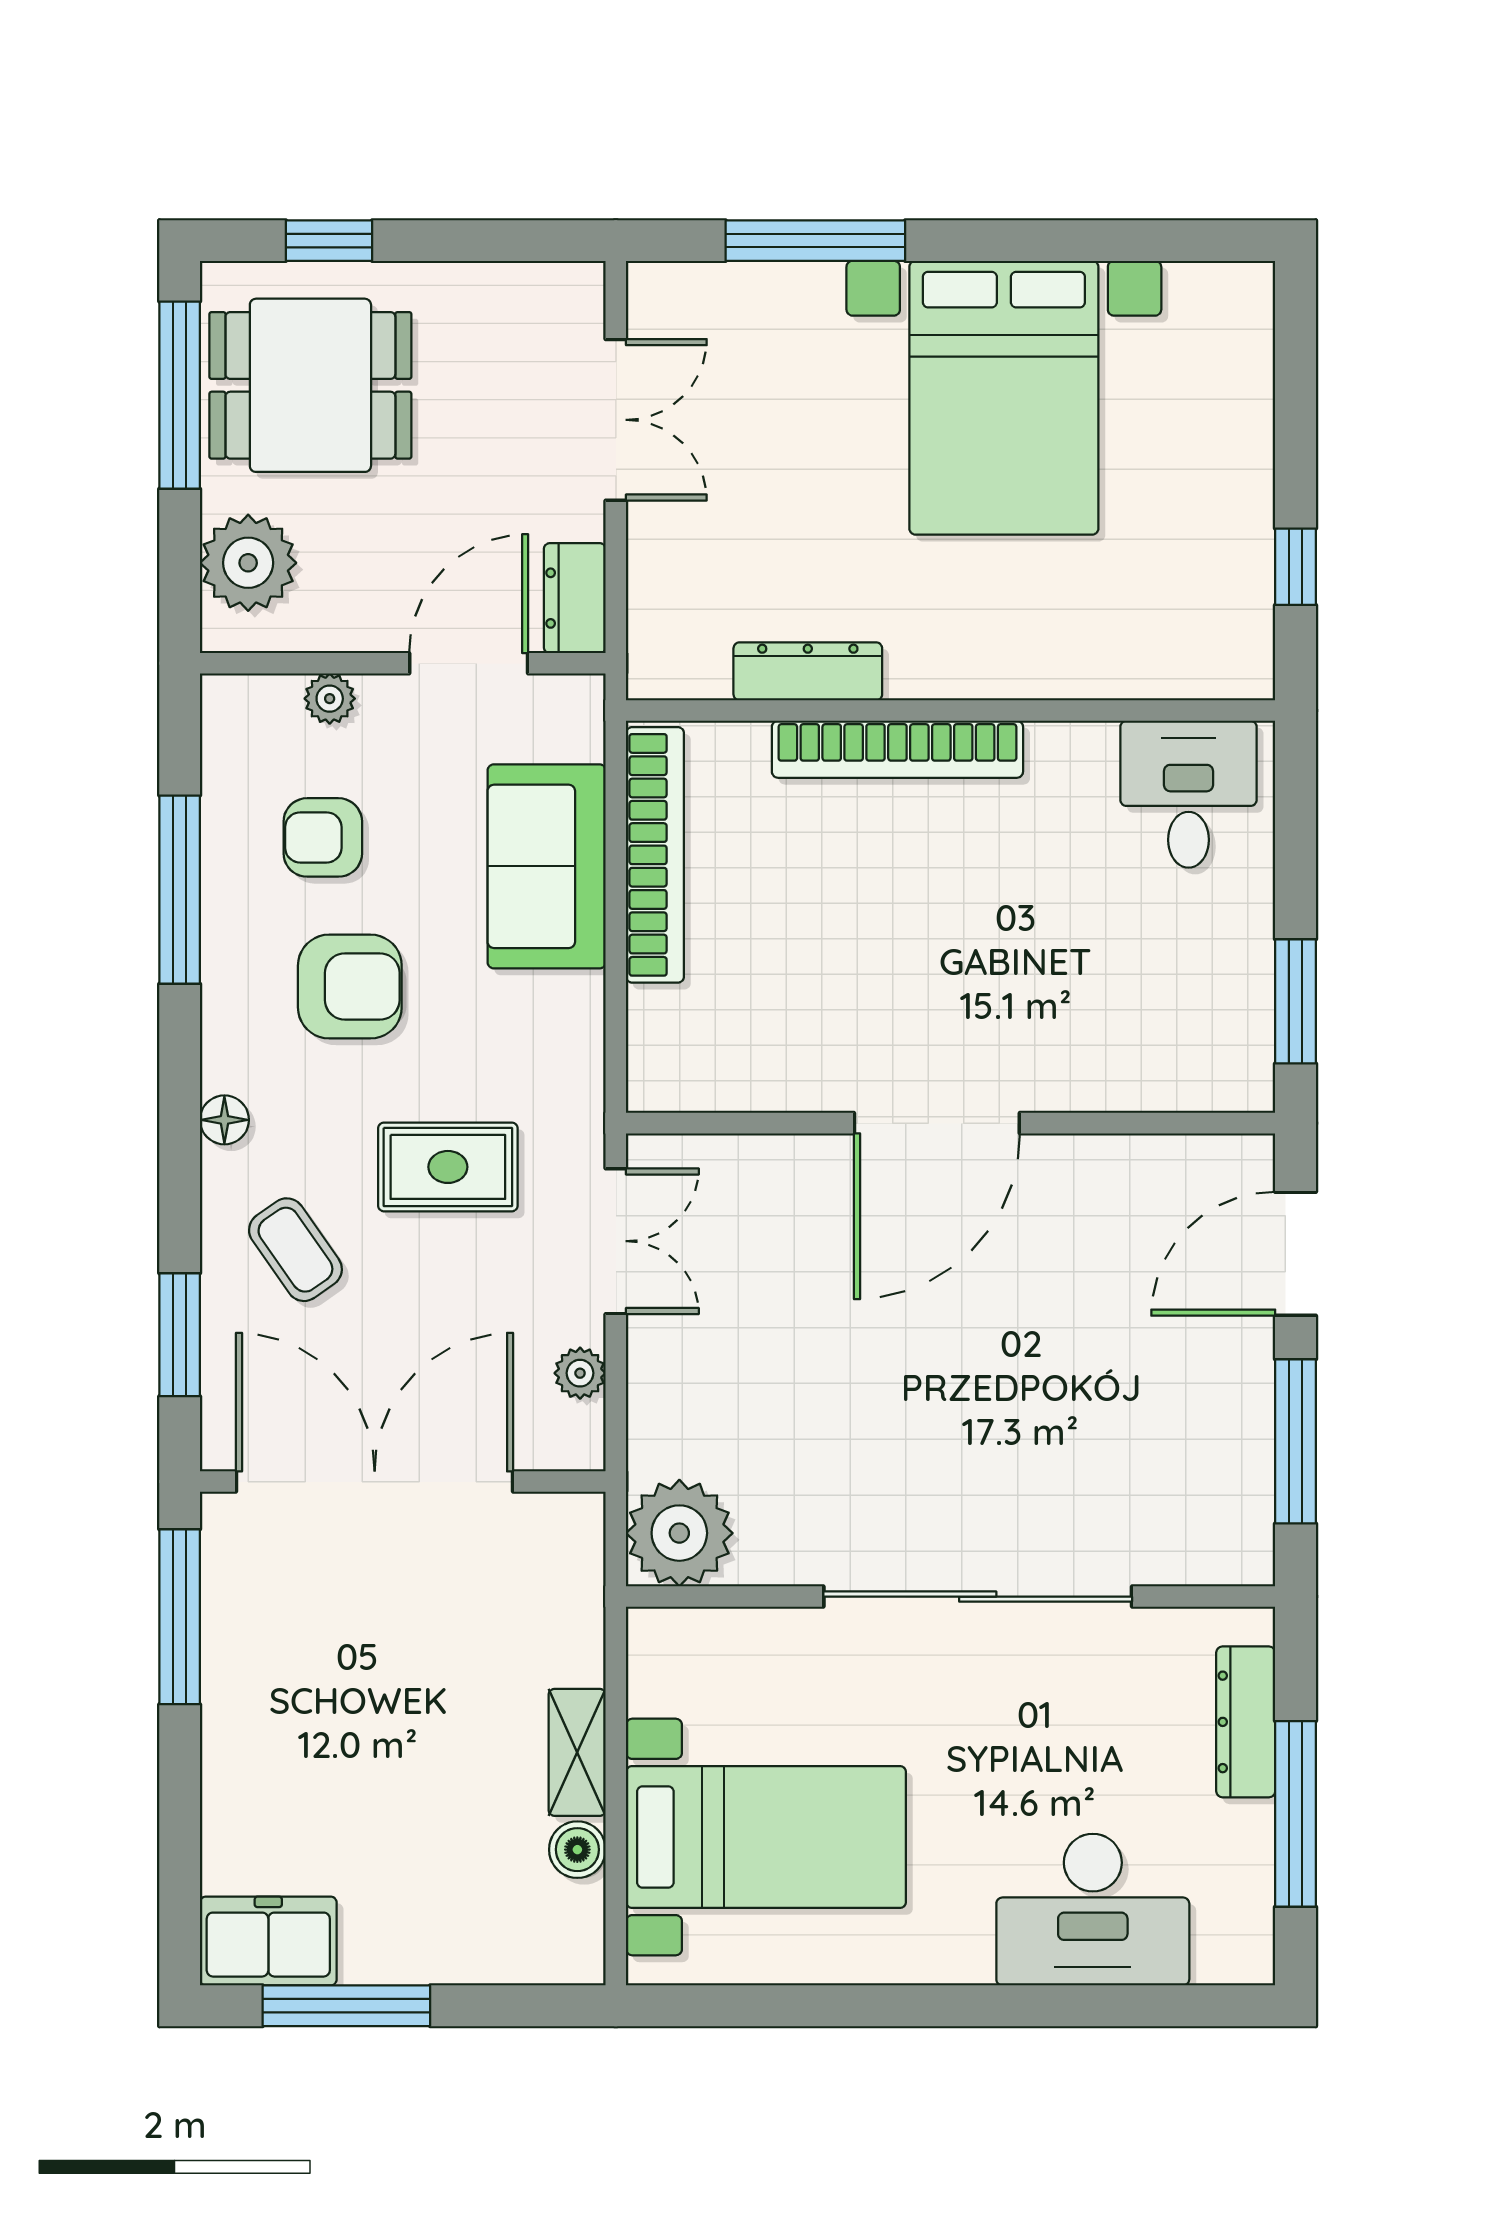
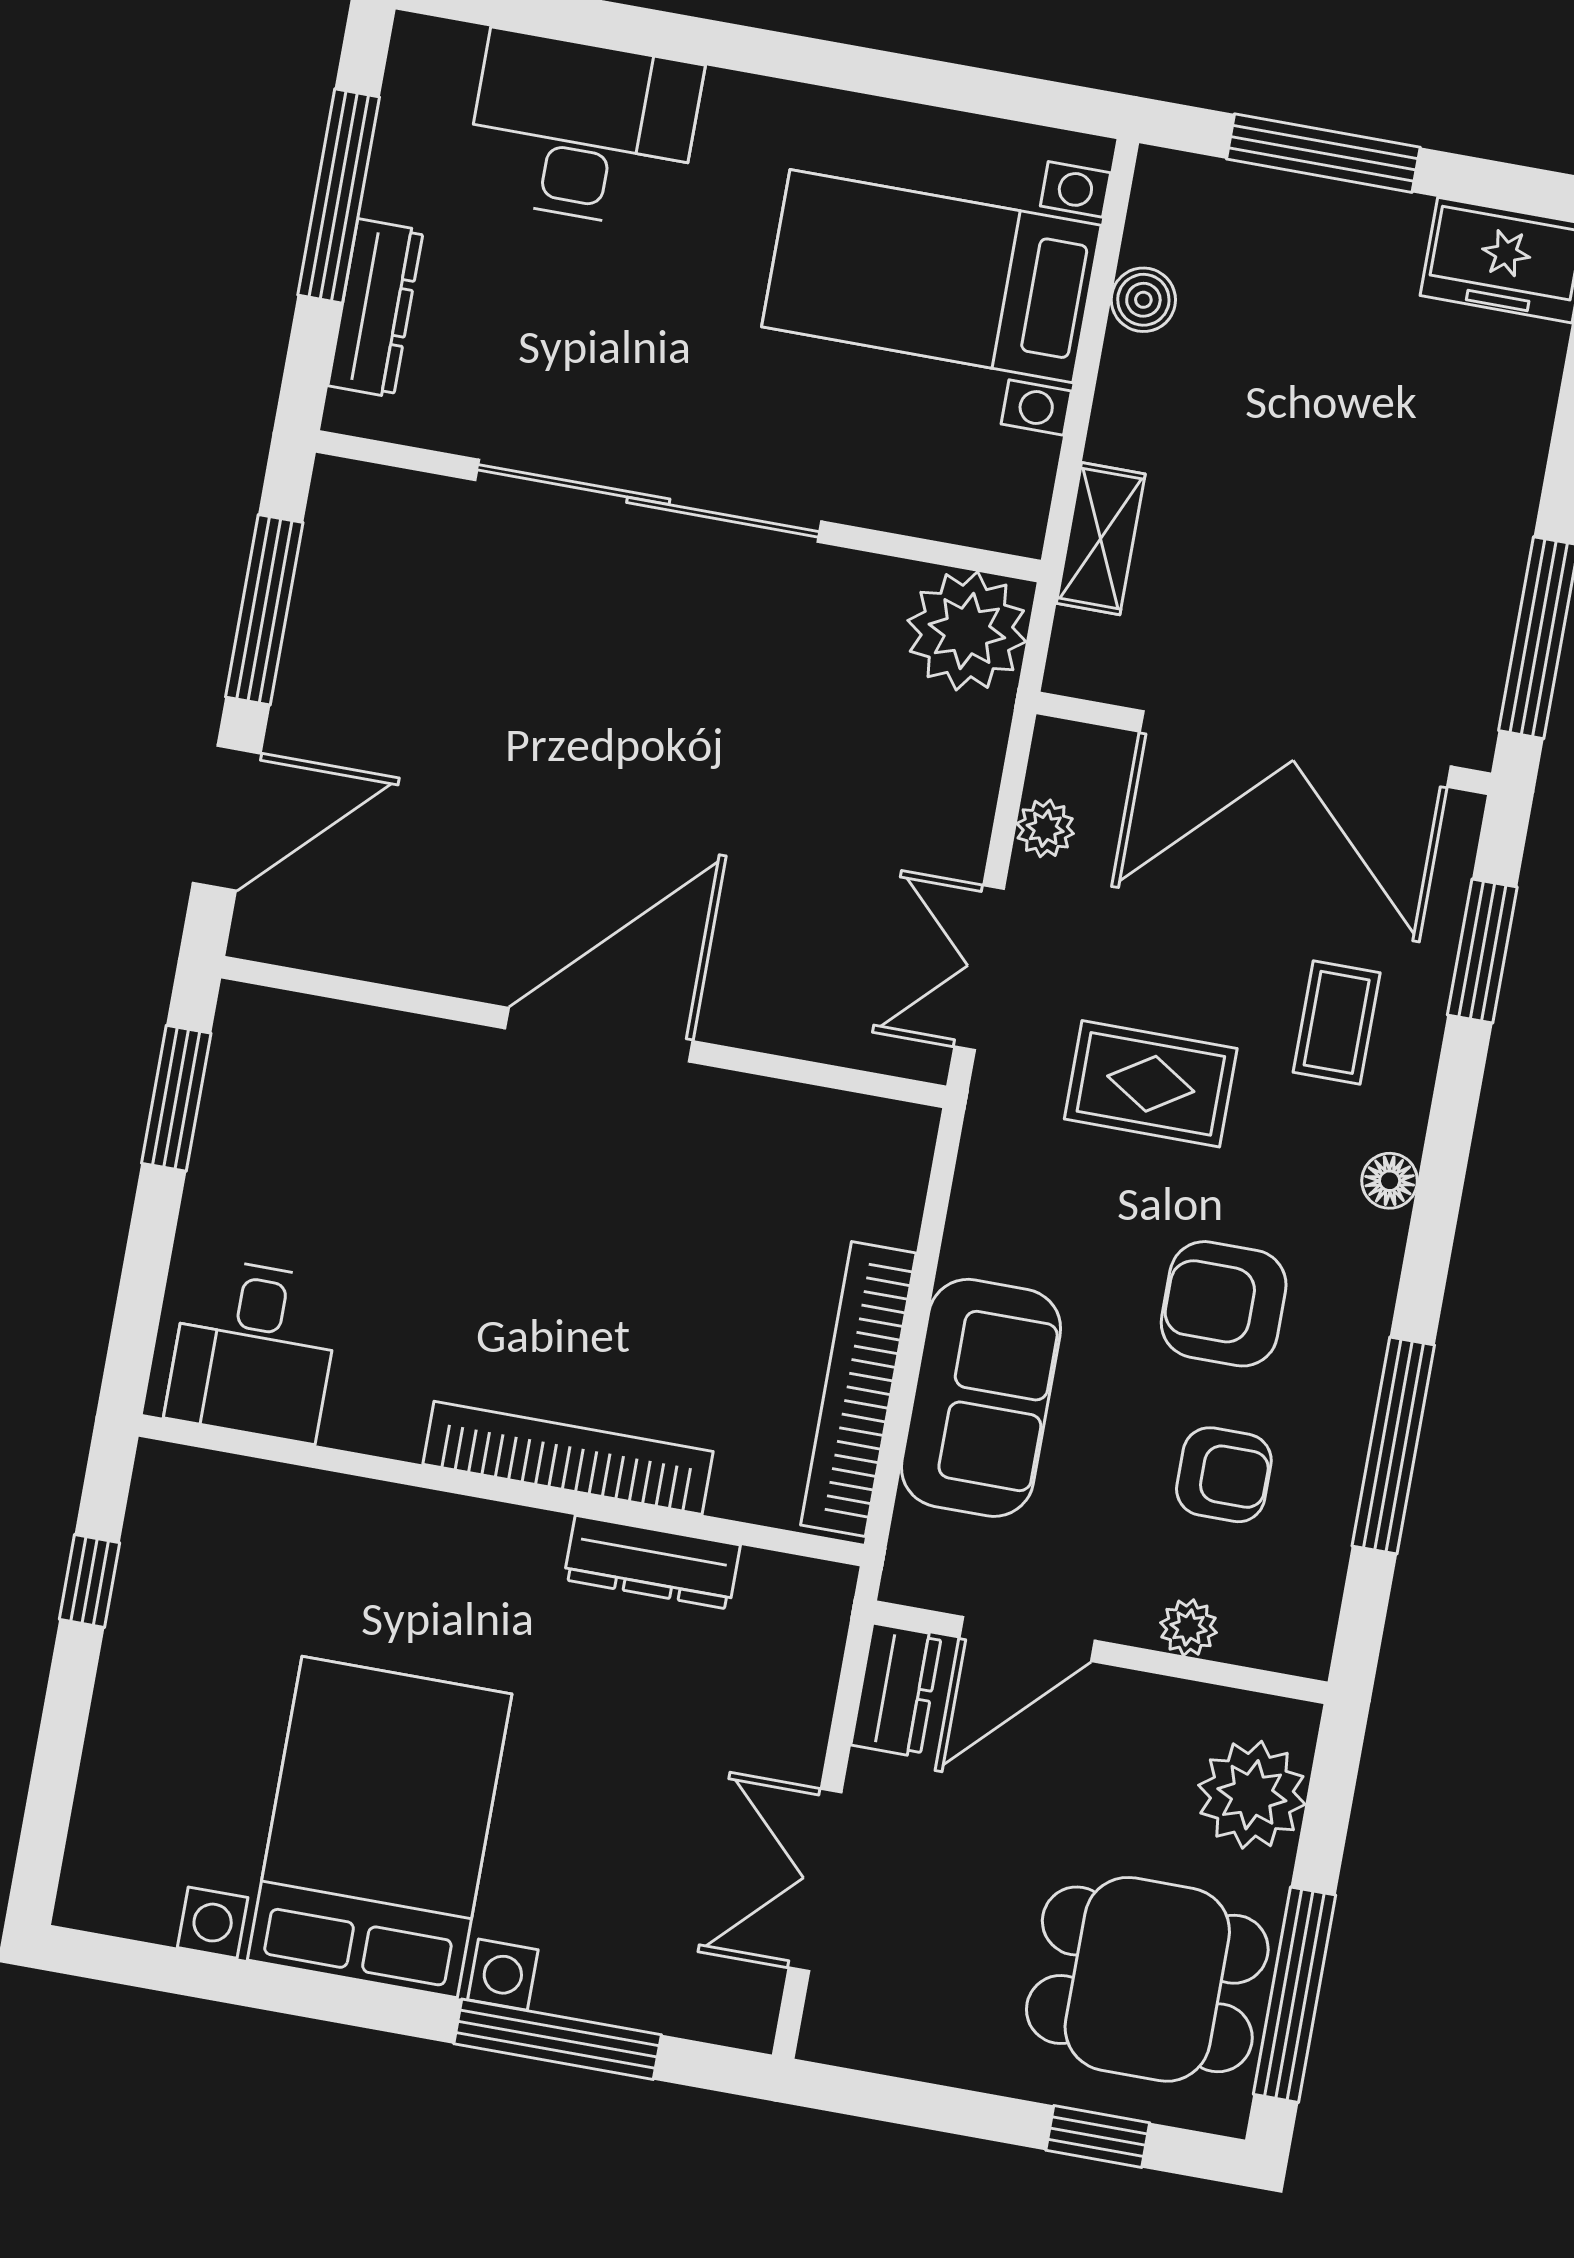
coffee table: (295, 1250) -> (1337, 1022), turned 35
shelving: (577, 1752) -> (1101, 539), moved
window: (346, 2006) -> (1323, 153), moved

